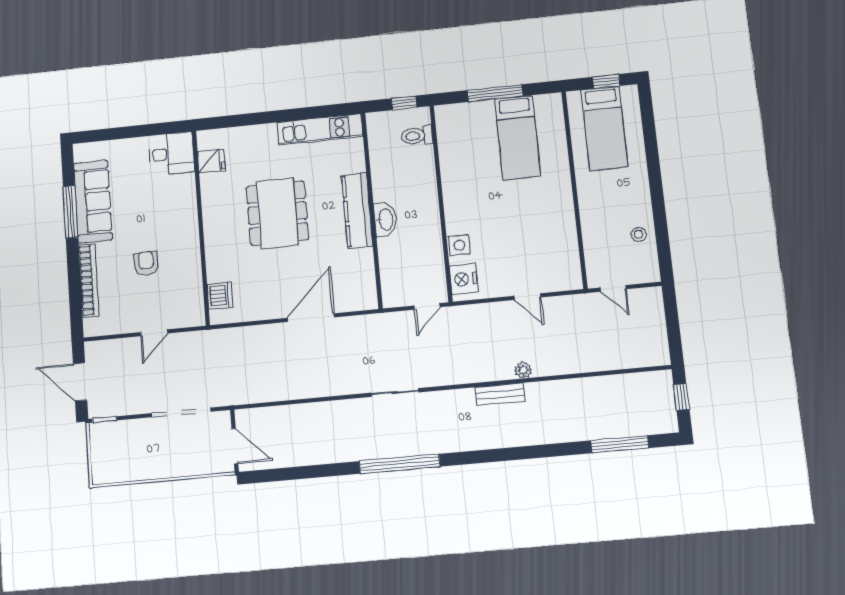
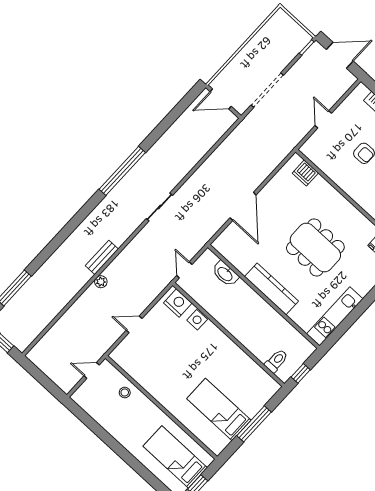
washbasin: (385, 219) -> (225, 274), moved
stool: (639, 234) -> (125, 392), moved

